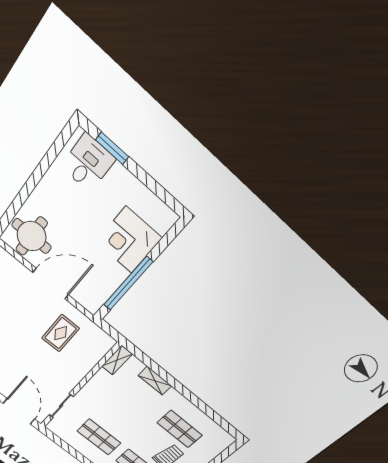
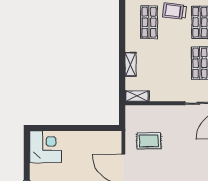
corner desk: (129, 240) -> (46, 147), moved, turned -90
window: (128, 284) -> (86, 128), removed

